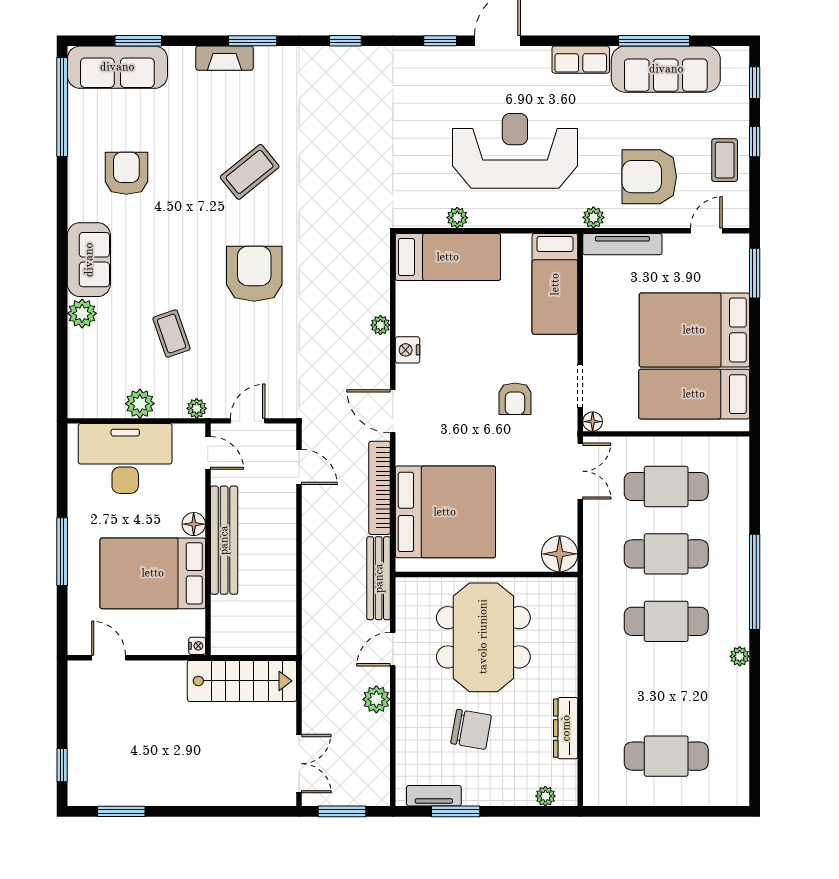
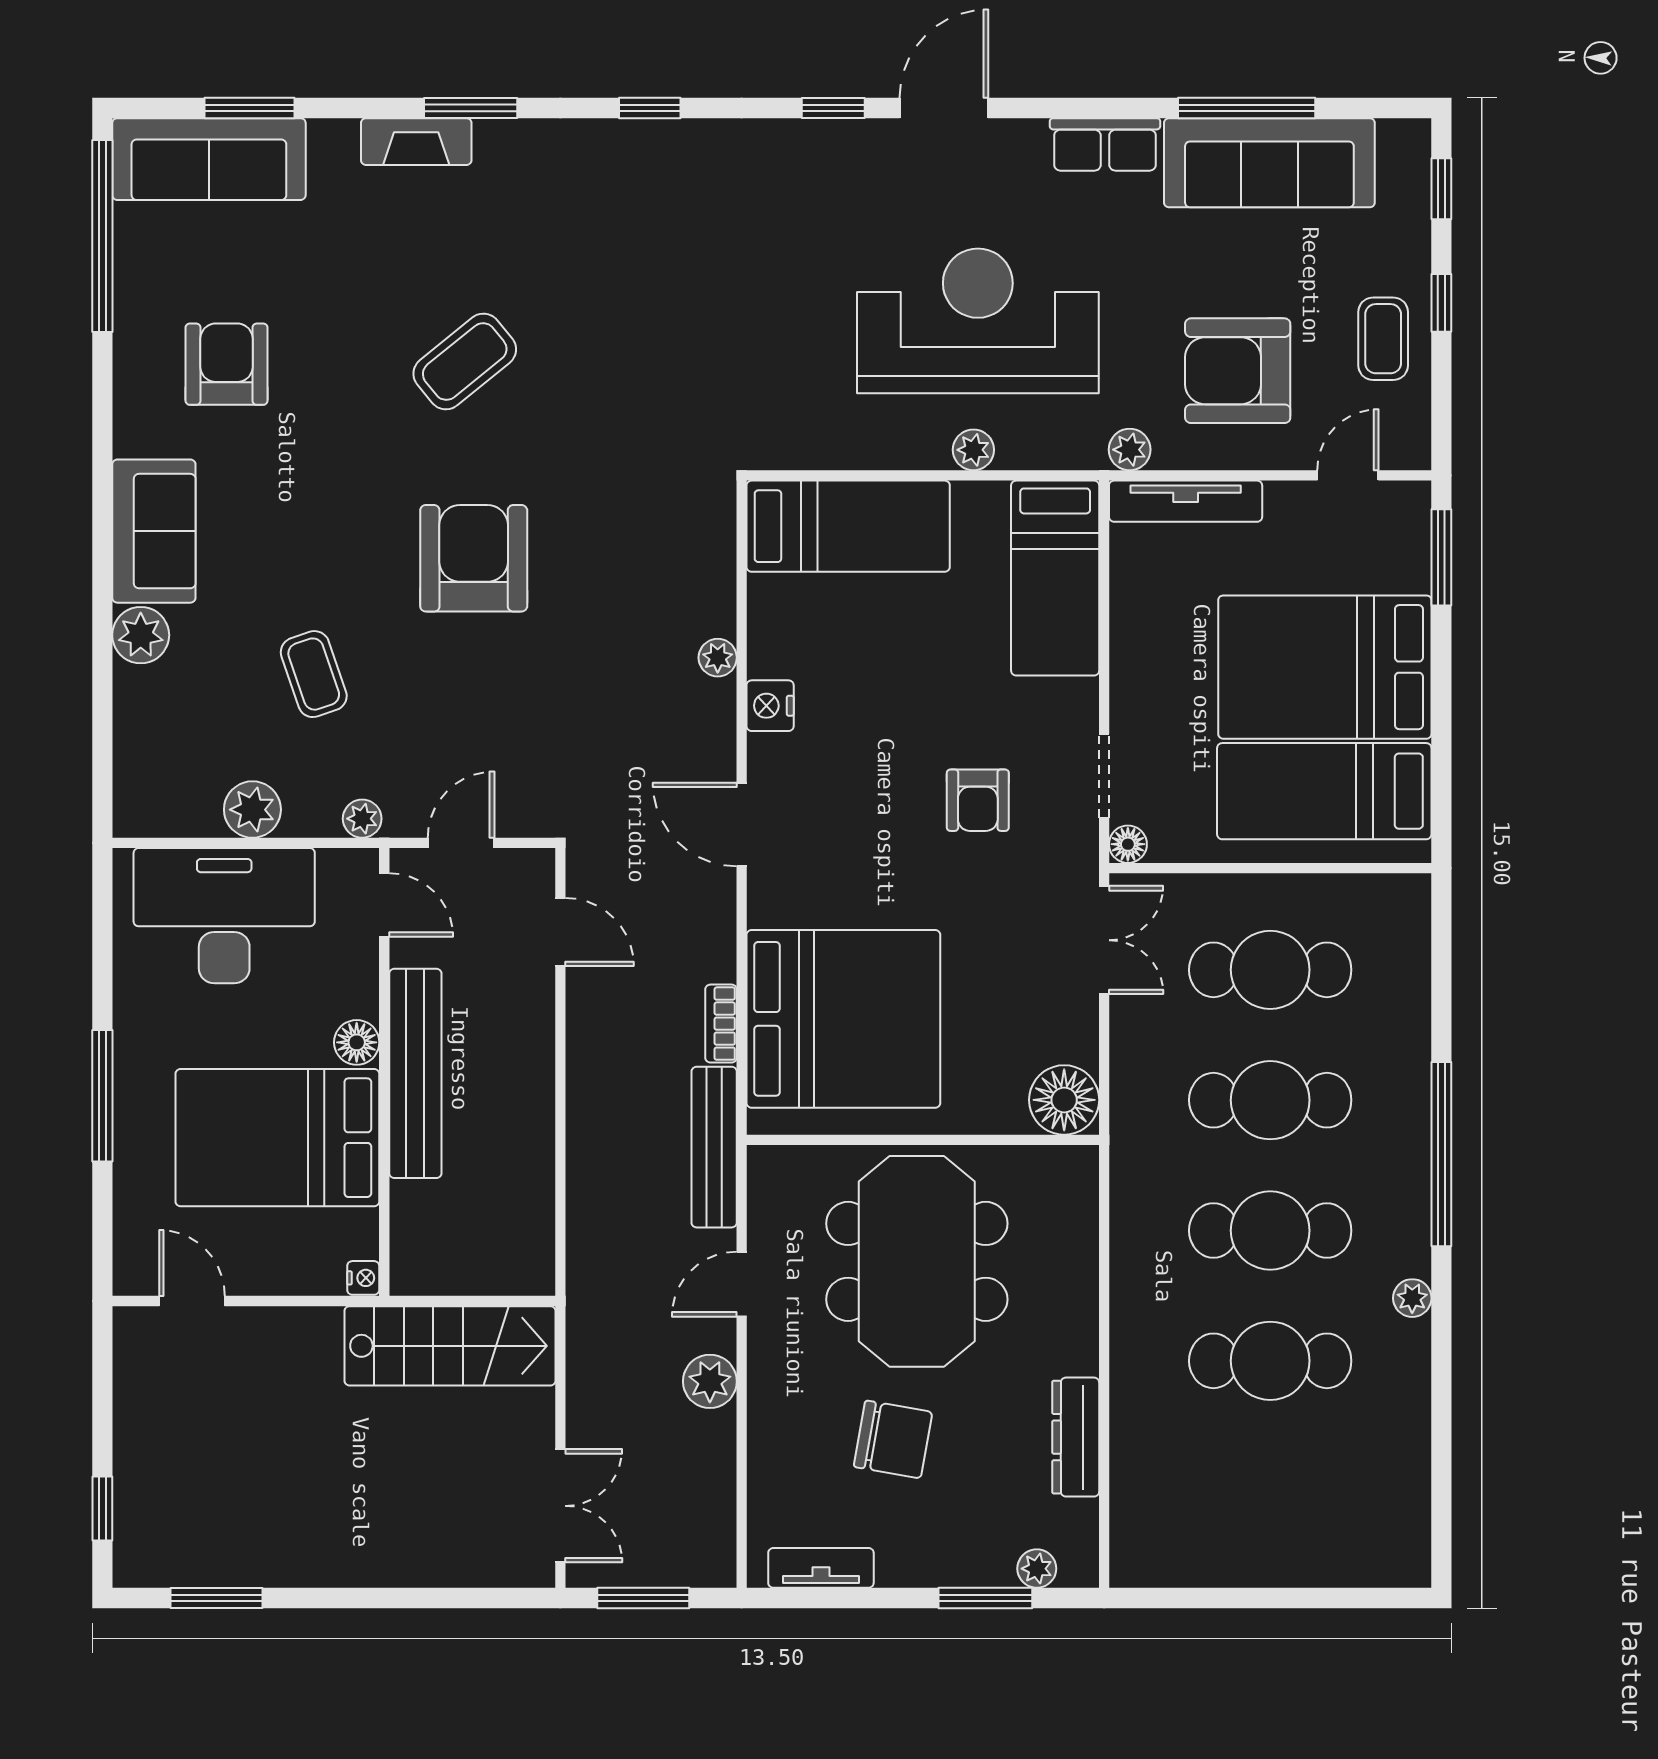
plant: (457, 218) -> (973, 450), moved
bookcase: (380, 488) -> (721, 1024), width x0.43, depth x0.76
cafe table: (666, 756) -> (1270, 1361), moved
window: (456, 811) -> (985, 1598), moved

